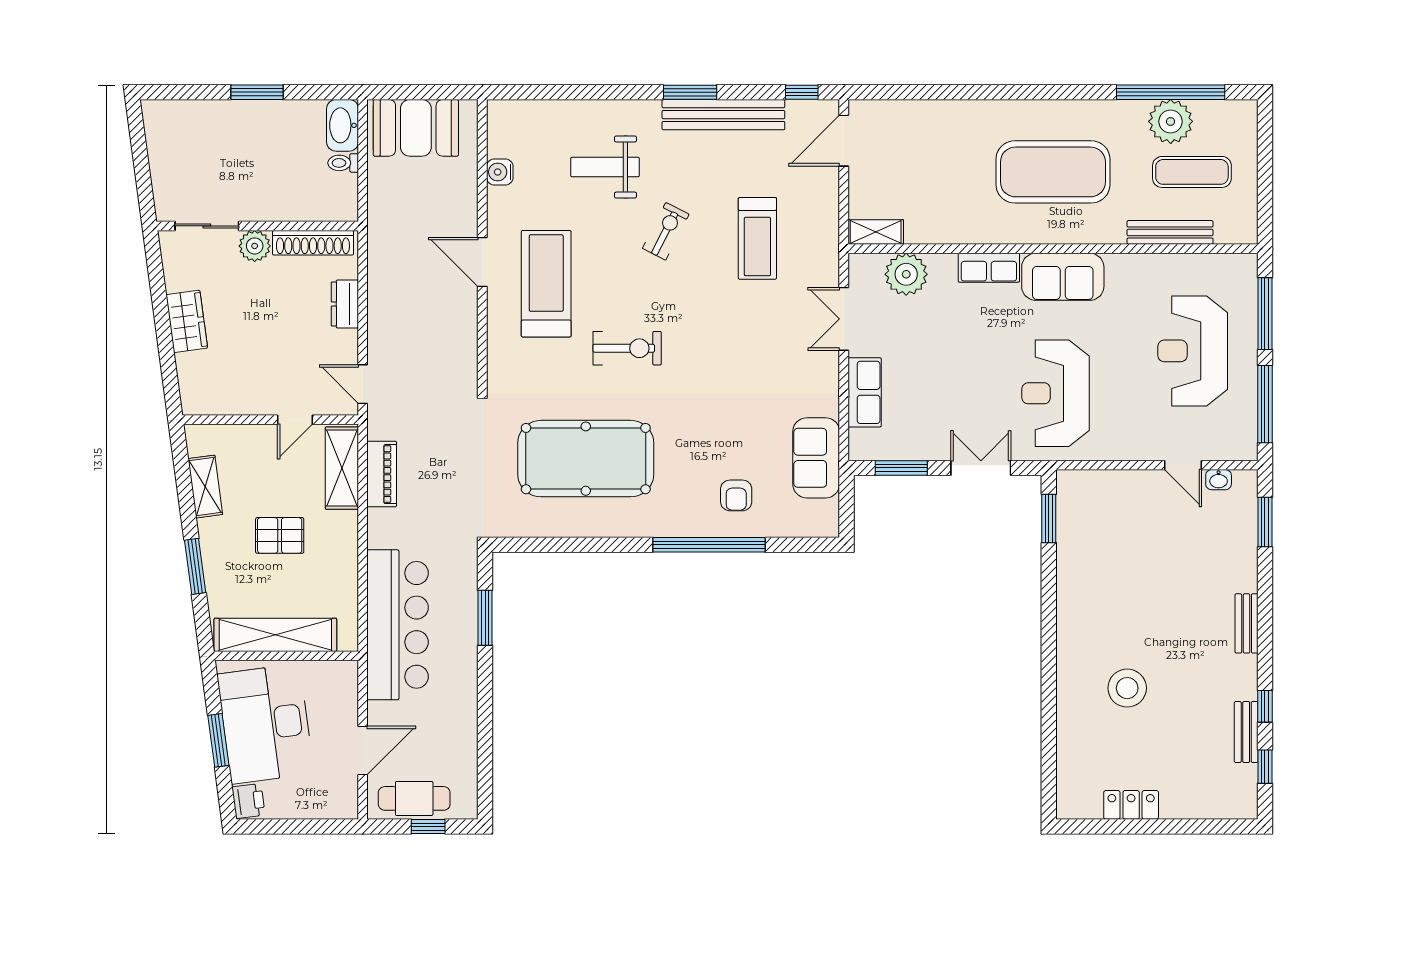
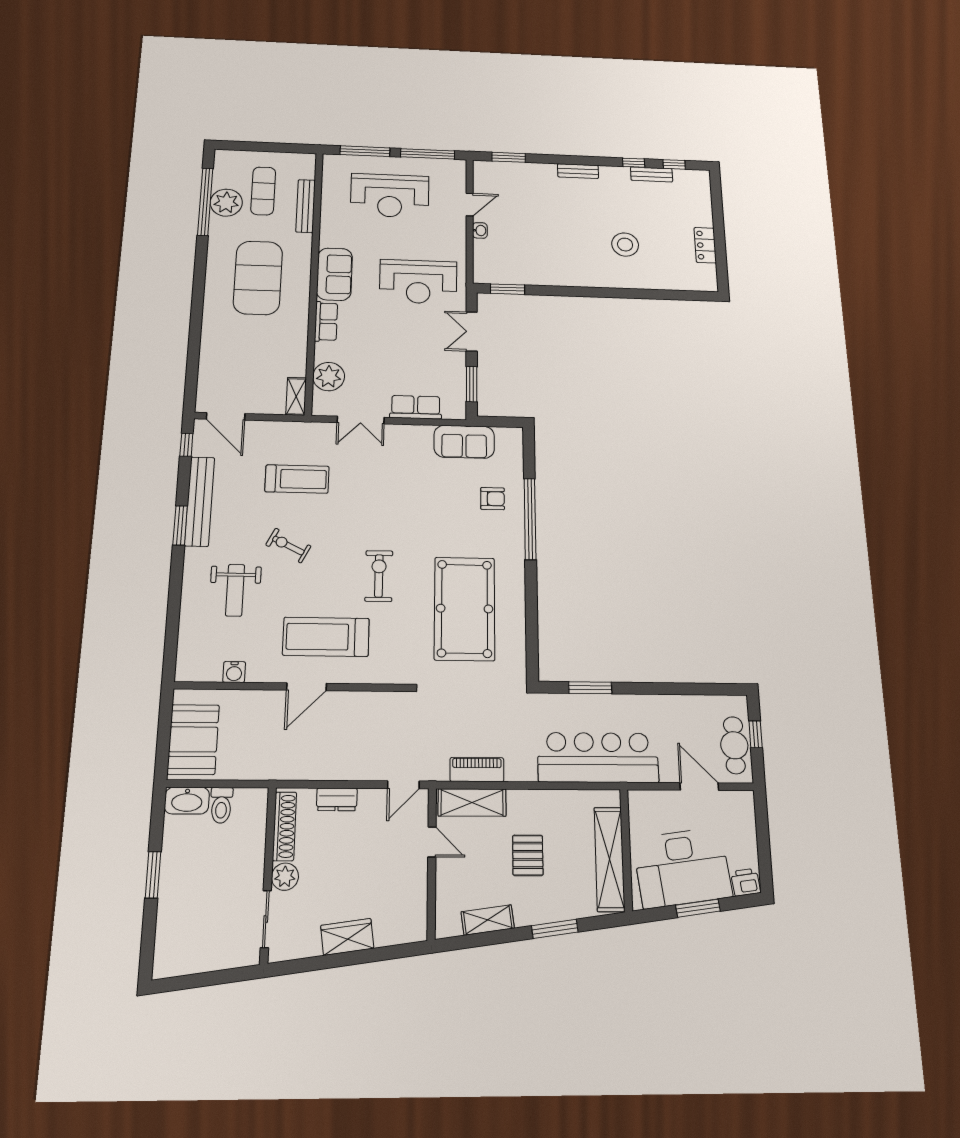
toilet: (343, 163) -> (221, 805), width x1.37, depth x1.39
washbasin: (1219, 480) -> (480, 230), moved

